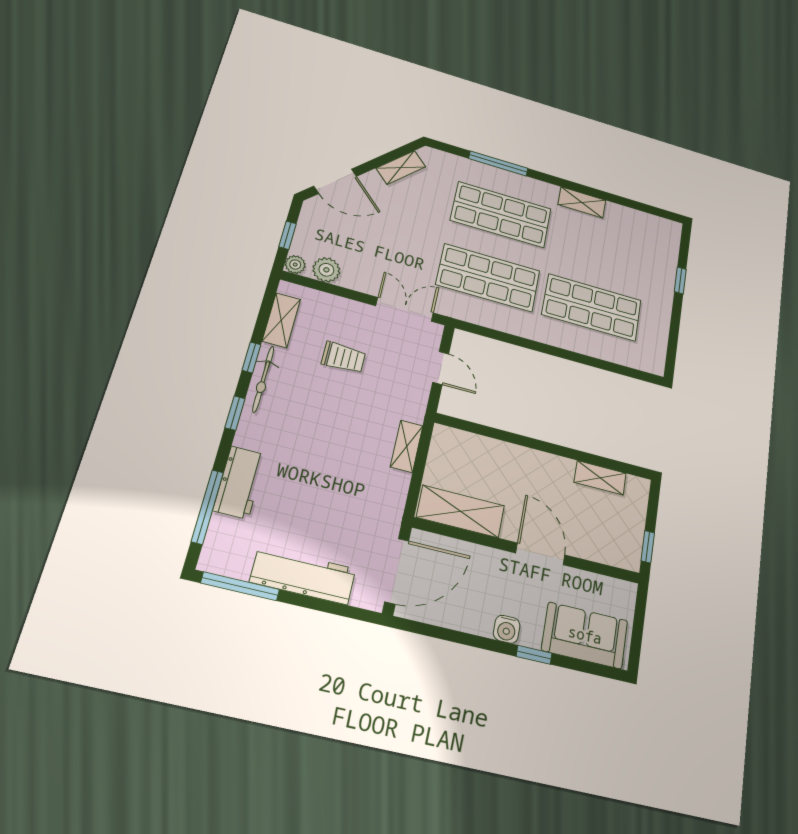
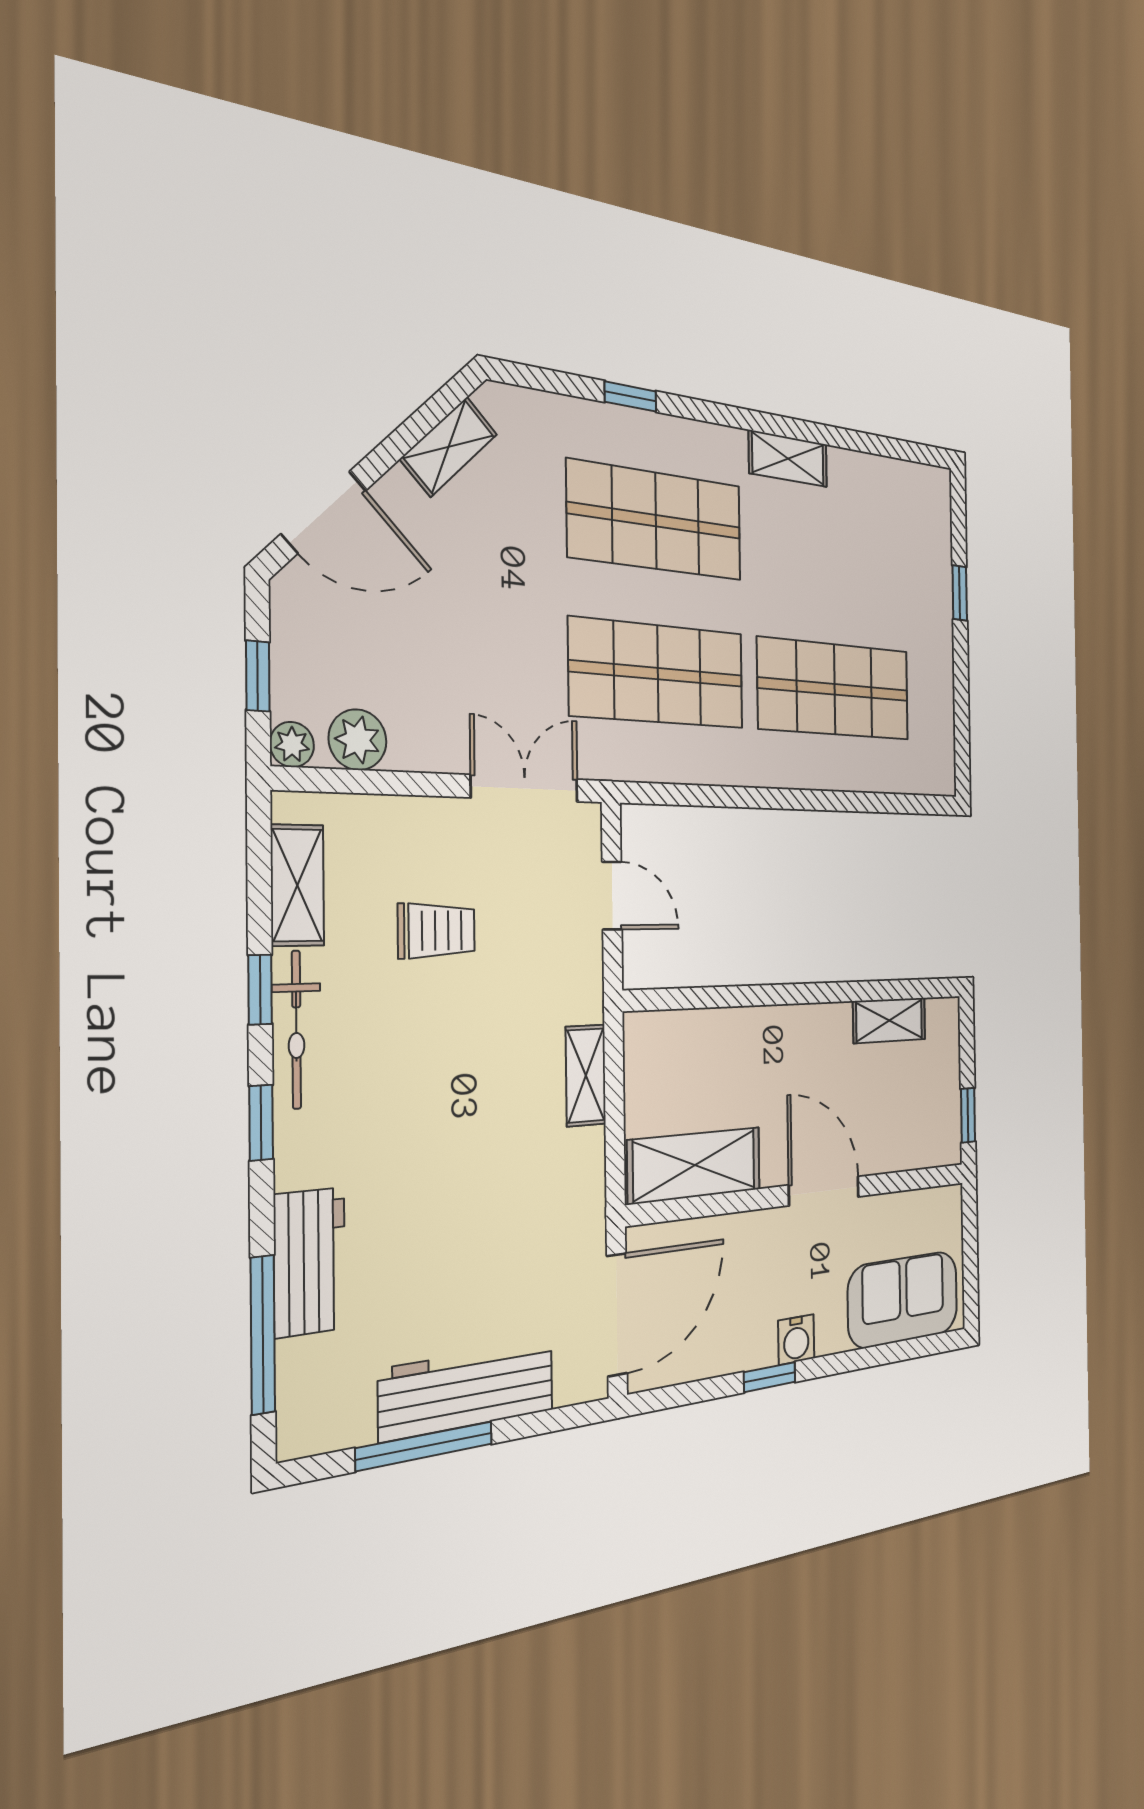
window: (498, 163) -> (631, 396), width x0.46
window: (240, 586) -> (425, 1446), moved
window: (534, 655) -> (770, 1377), moved

